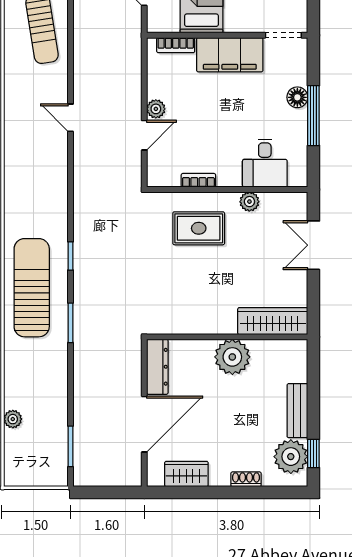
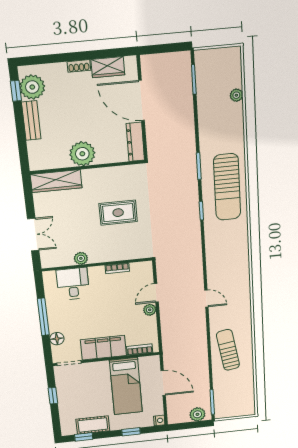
floor lamp: (297, 97) -> (57, 339), moved
rug: (199, 228) -> (118, 213), moved
door: (144, 424) -> (142, 100), hinge flipped
shoe rack: (246, 479) -> (79, 66), moved

